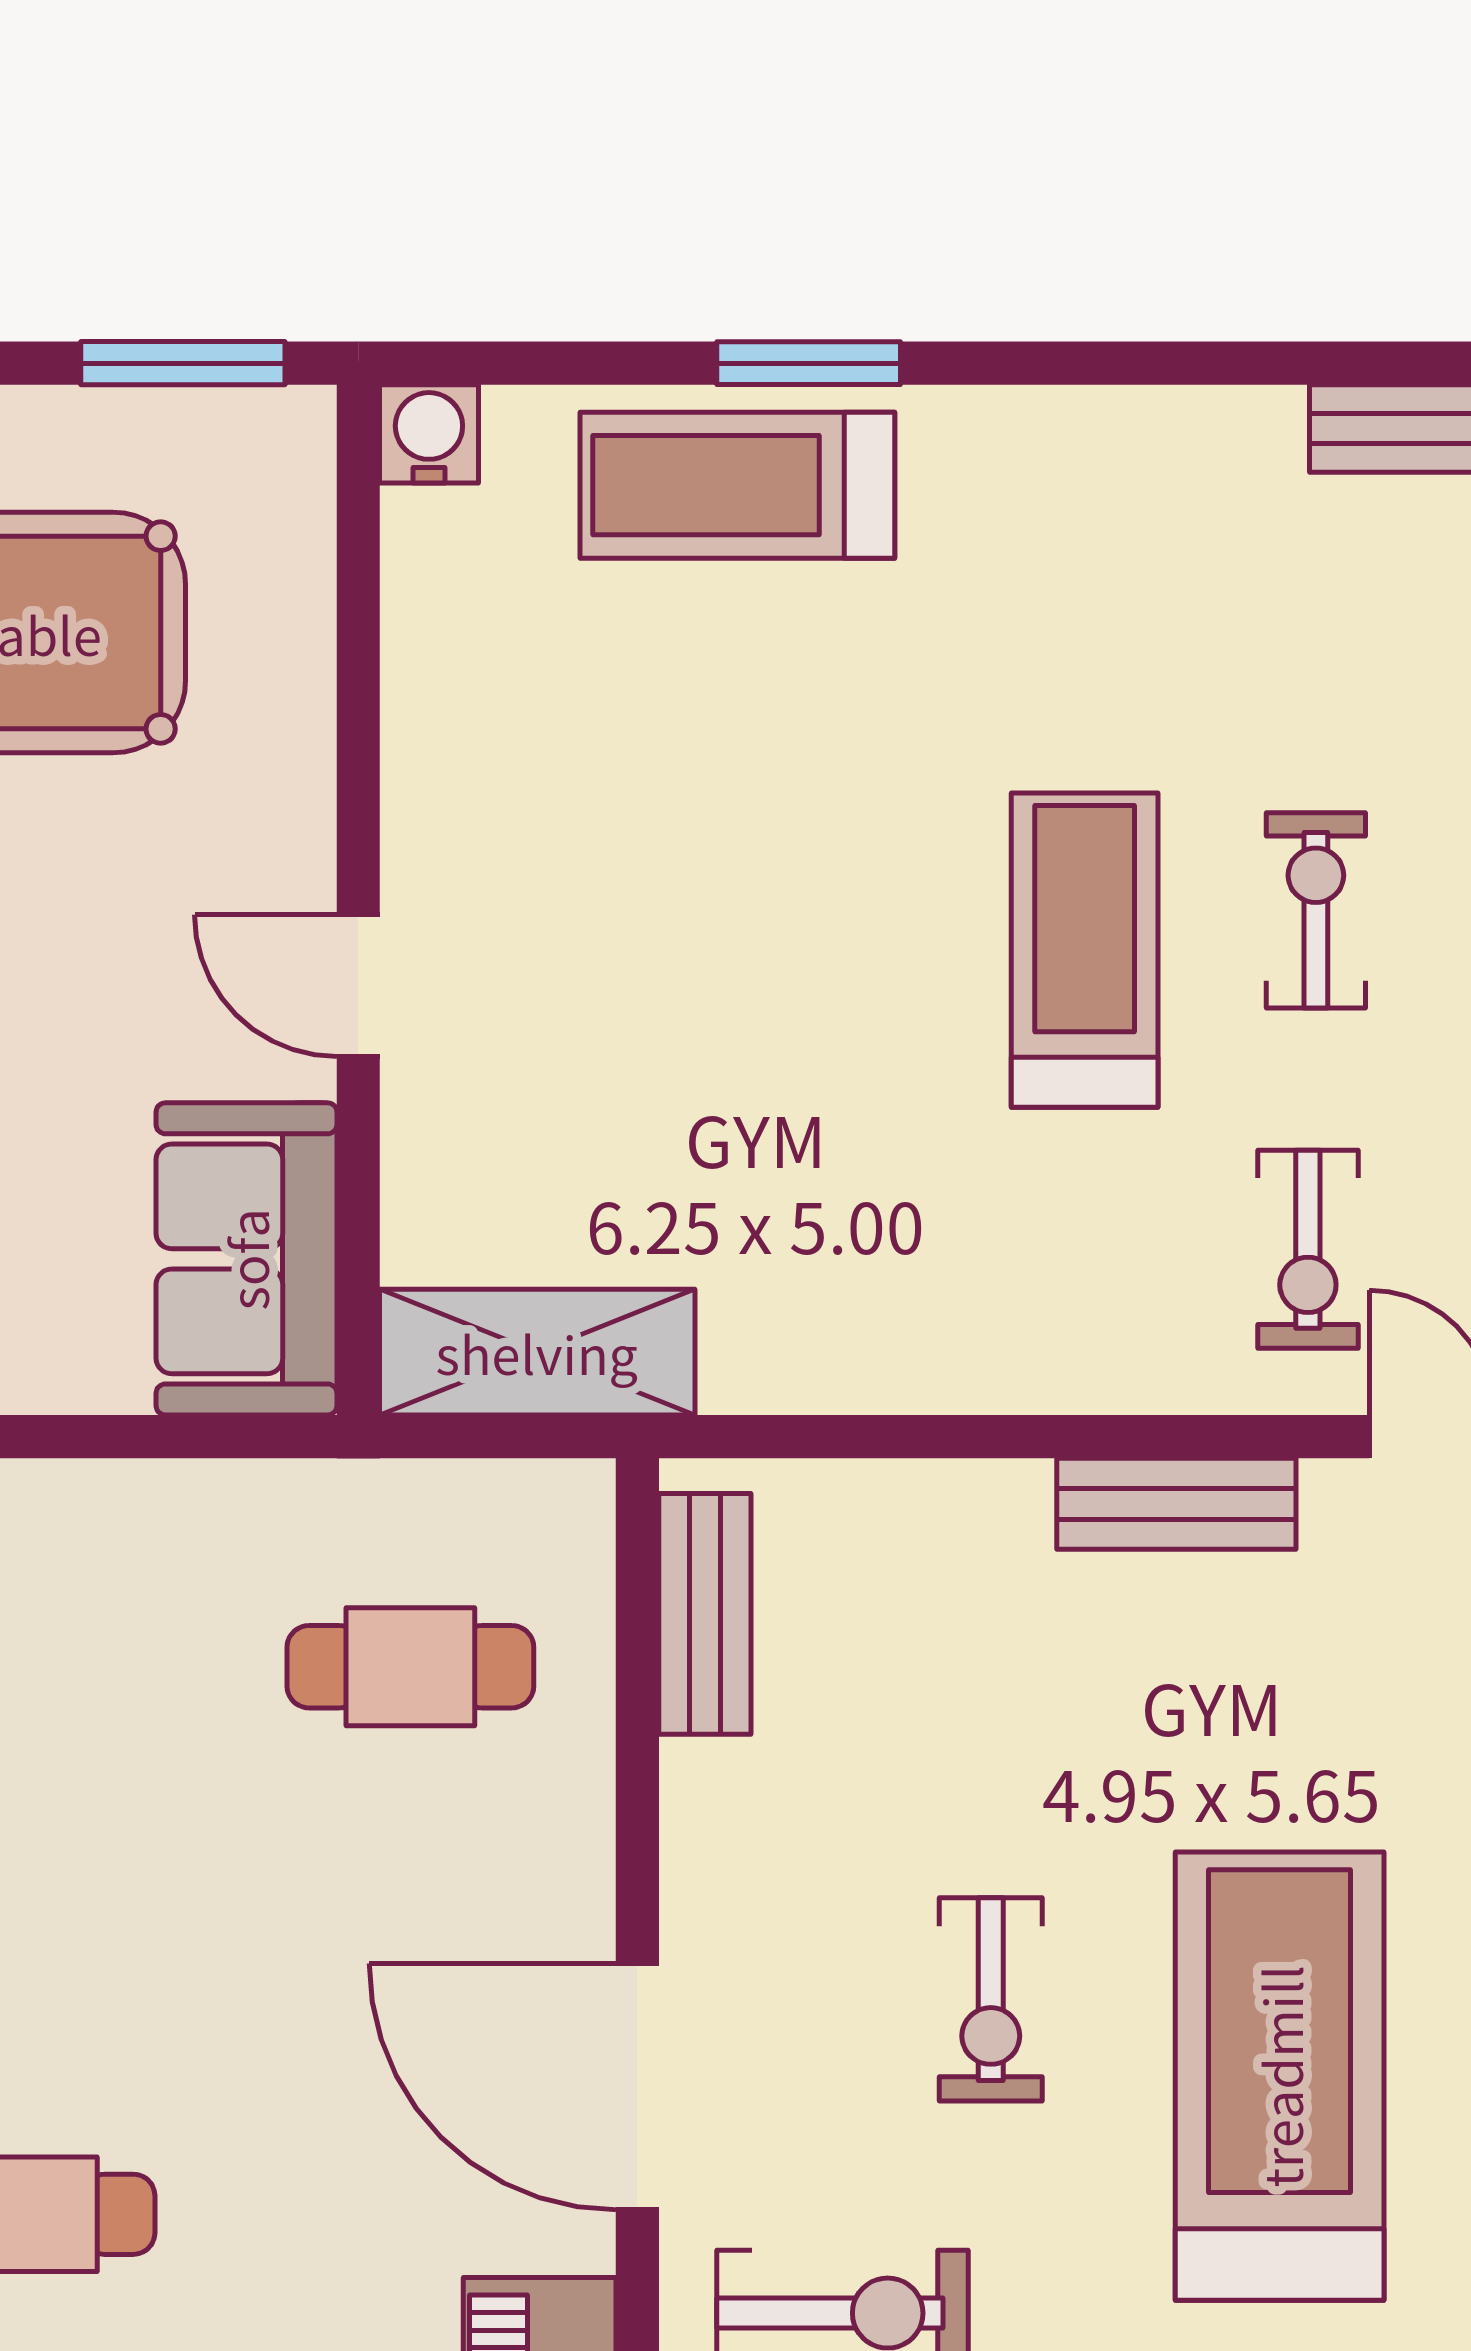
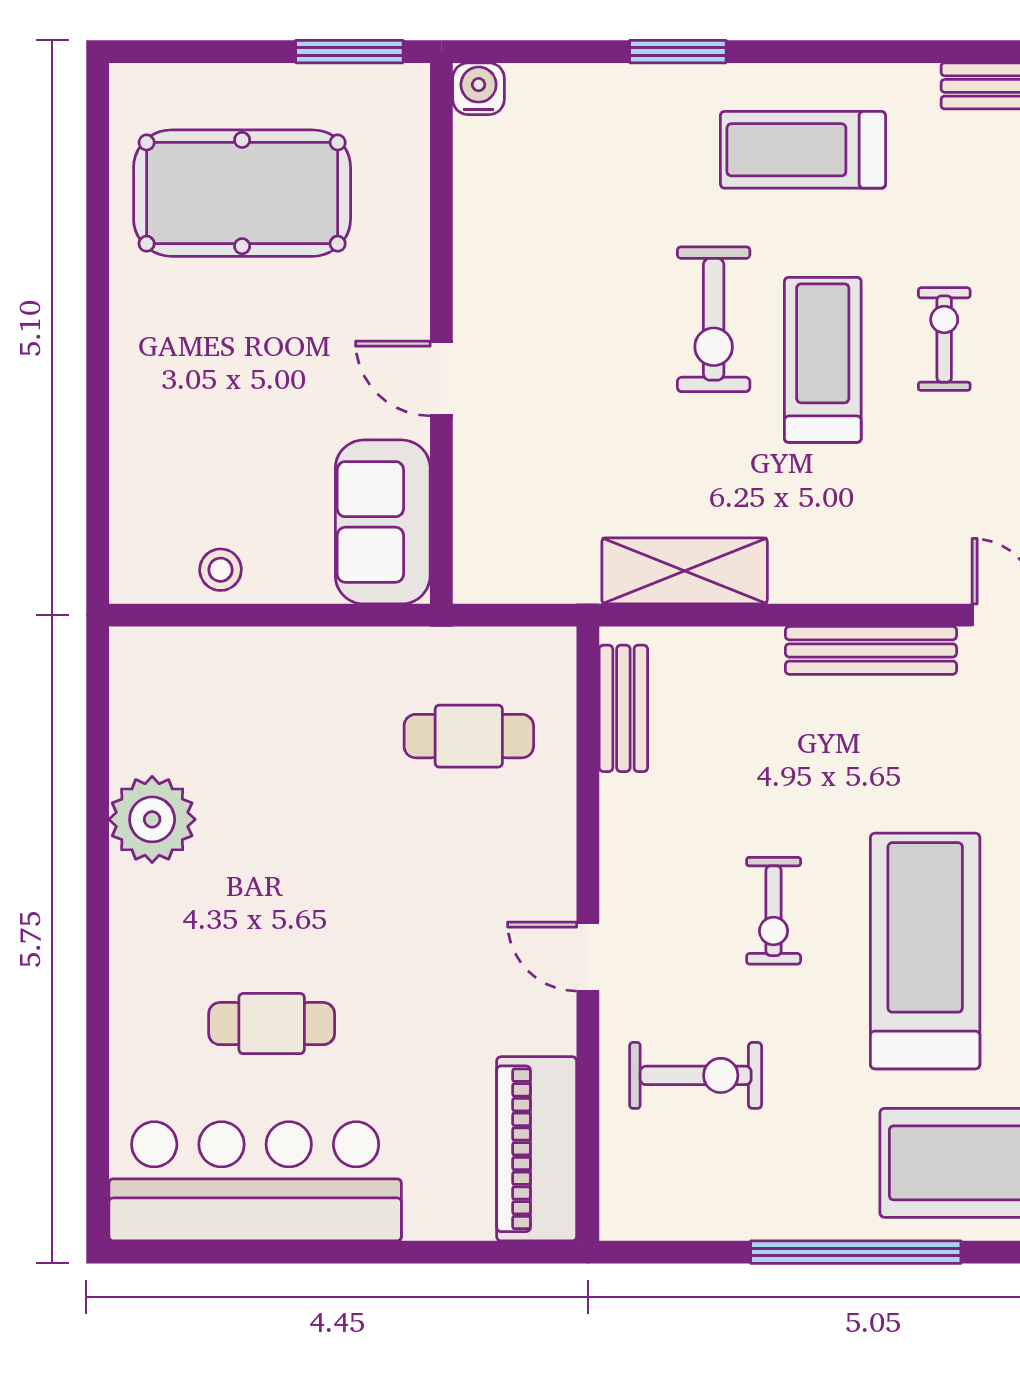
treadmill: (737, 485) -> (803, 150), moved
exercise bike: (1308, 1249) -> (714, 319), moved, width x1.38, depth x1.39
shelving: (537, 1352) -> (685, 571), moved
bench: (1176, 1504) -> (871, 650), width x1.36
door: (637, 2087) -> (588, 957), width x0.53

